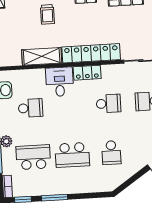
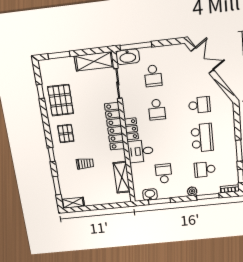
shelving: (42, 56) -> (122, 177), moved
school desk: (108, 104) -> (157, 110), turned 180
school desk: (33, 157) -> (205, 169), width x0.54

